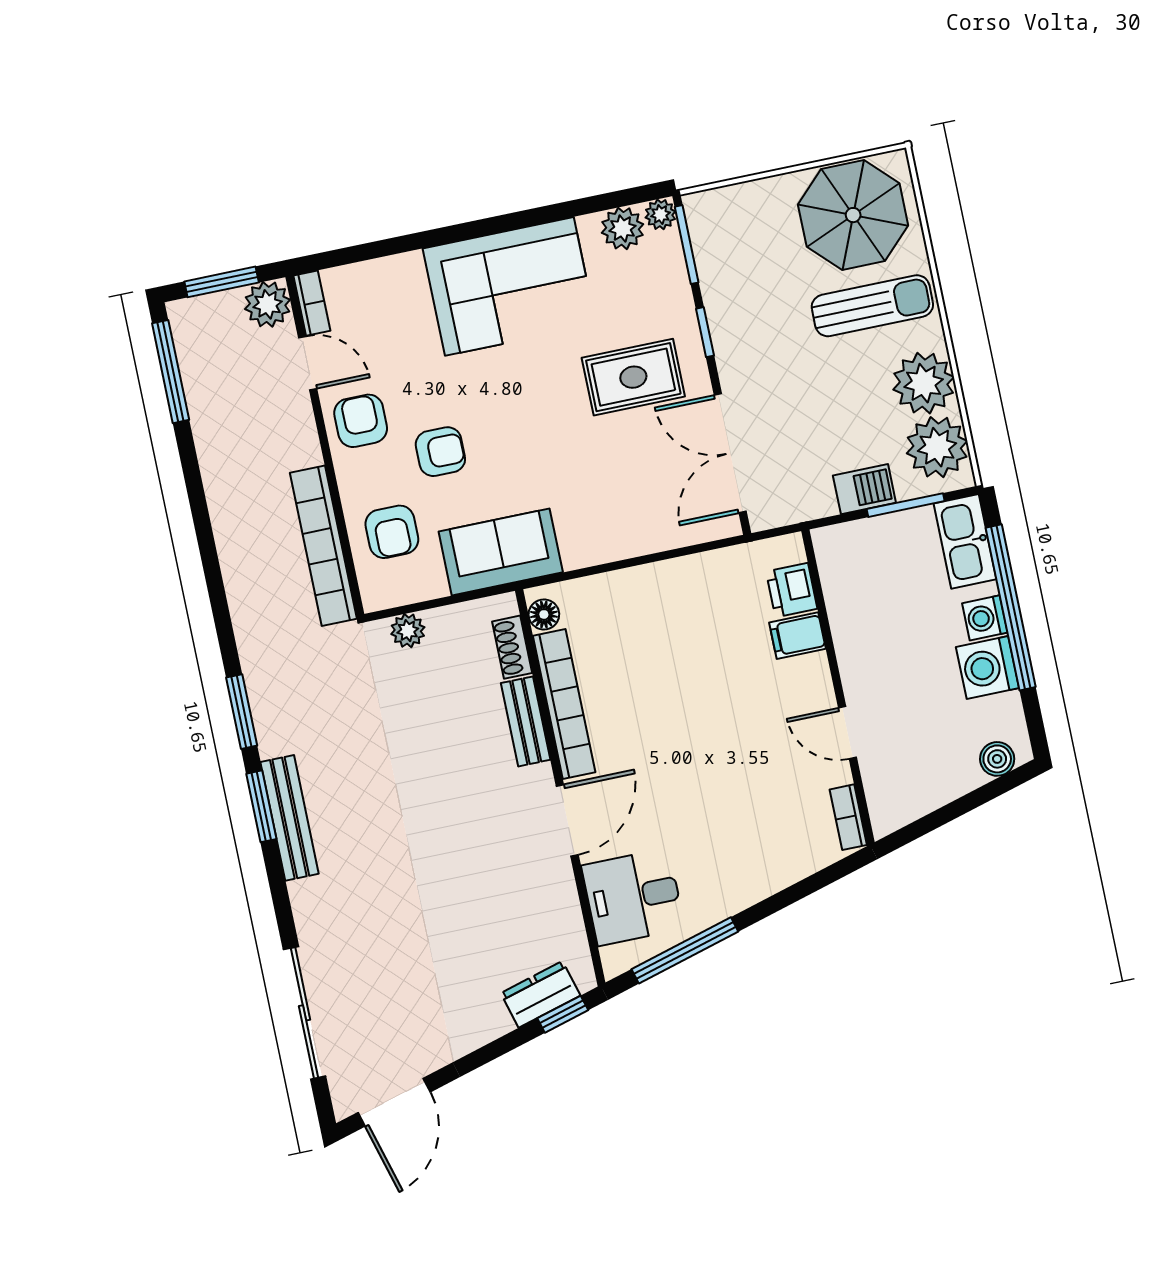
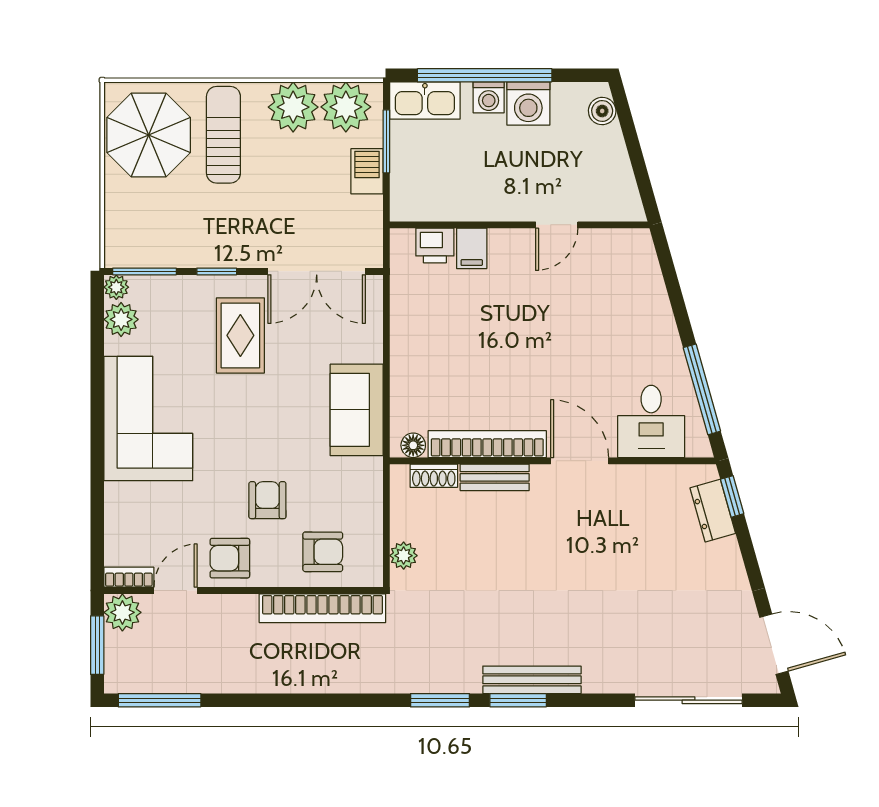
sofa: (501, 552) -> (357, 410), moved
bookcase: (848, 817) -> (624, 238), removed

